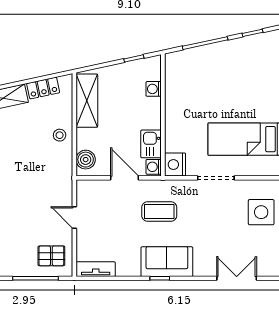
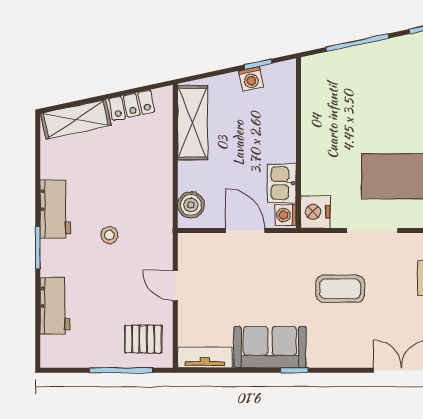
washing machine: (154, 89) -> (251, 79), moved, turned -102
stool: (60, 135) -> (109, 235), moved
coffee table: (159, 212) -> (340, 289), moved
sofa: (167, 262) -> (270, 347), moved

